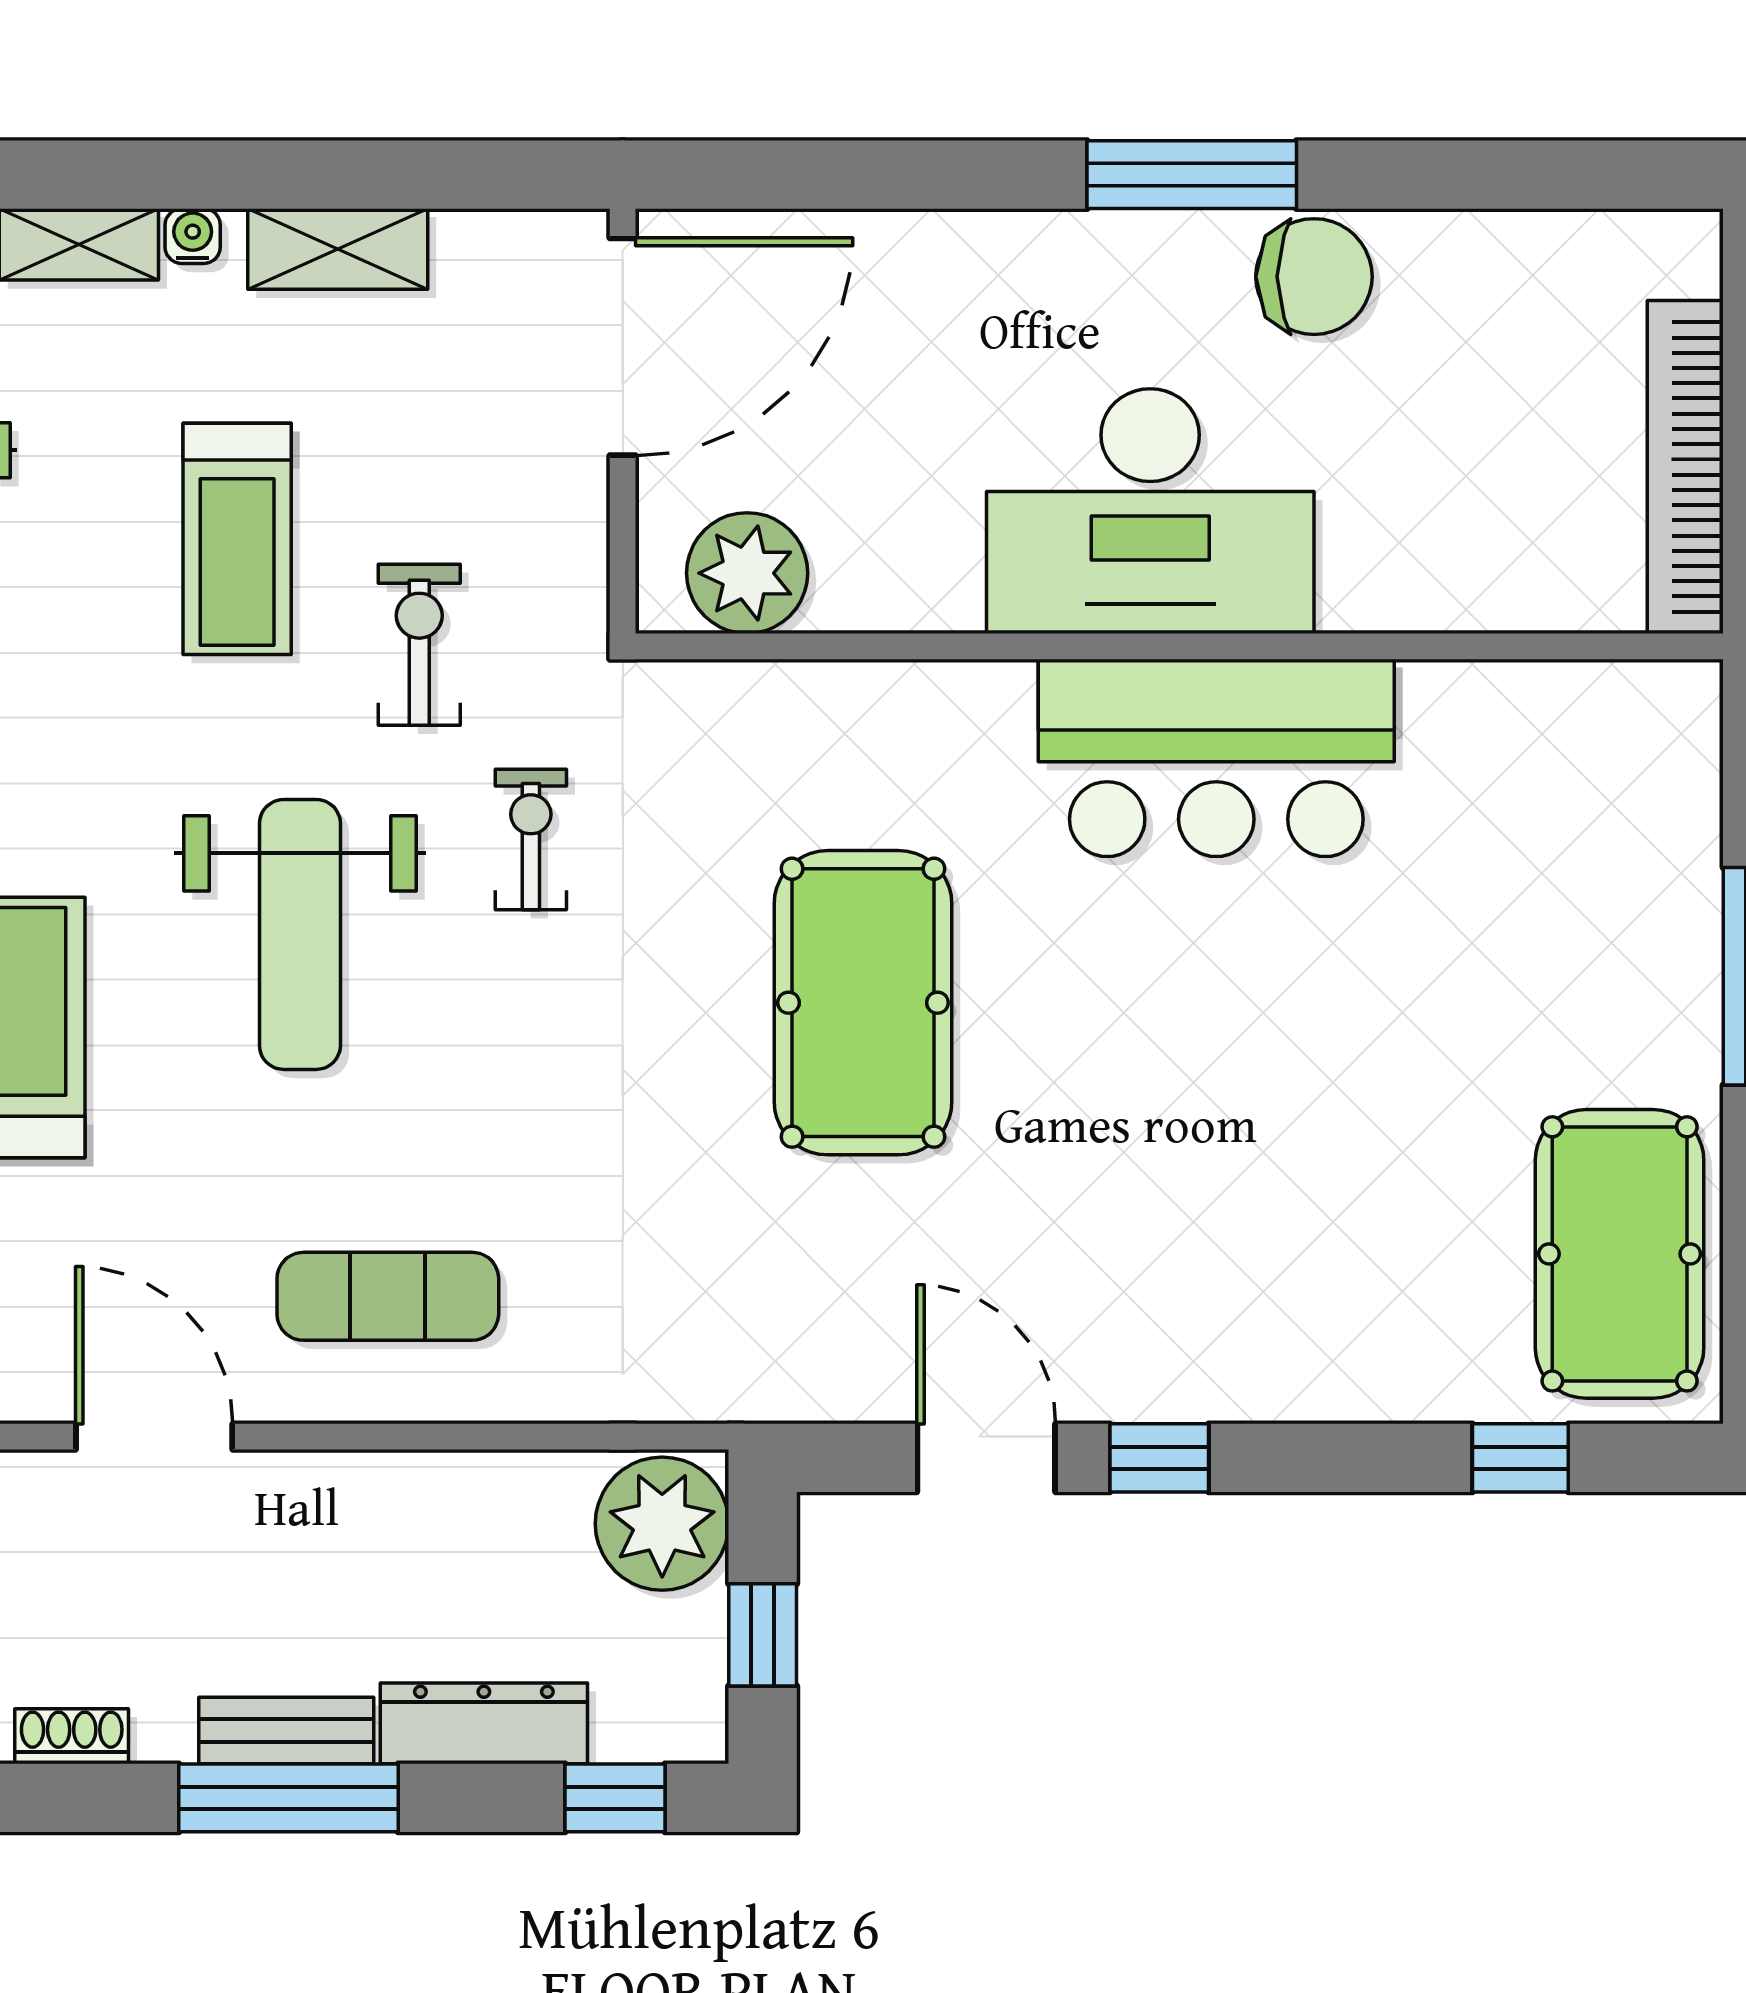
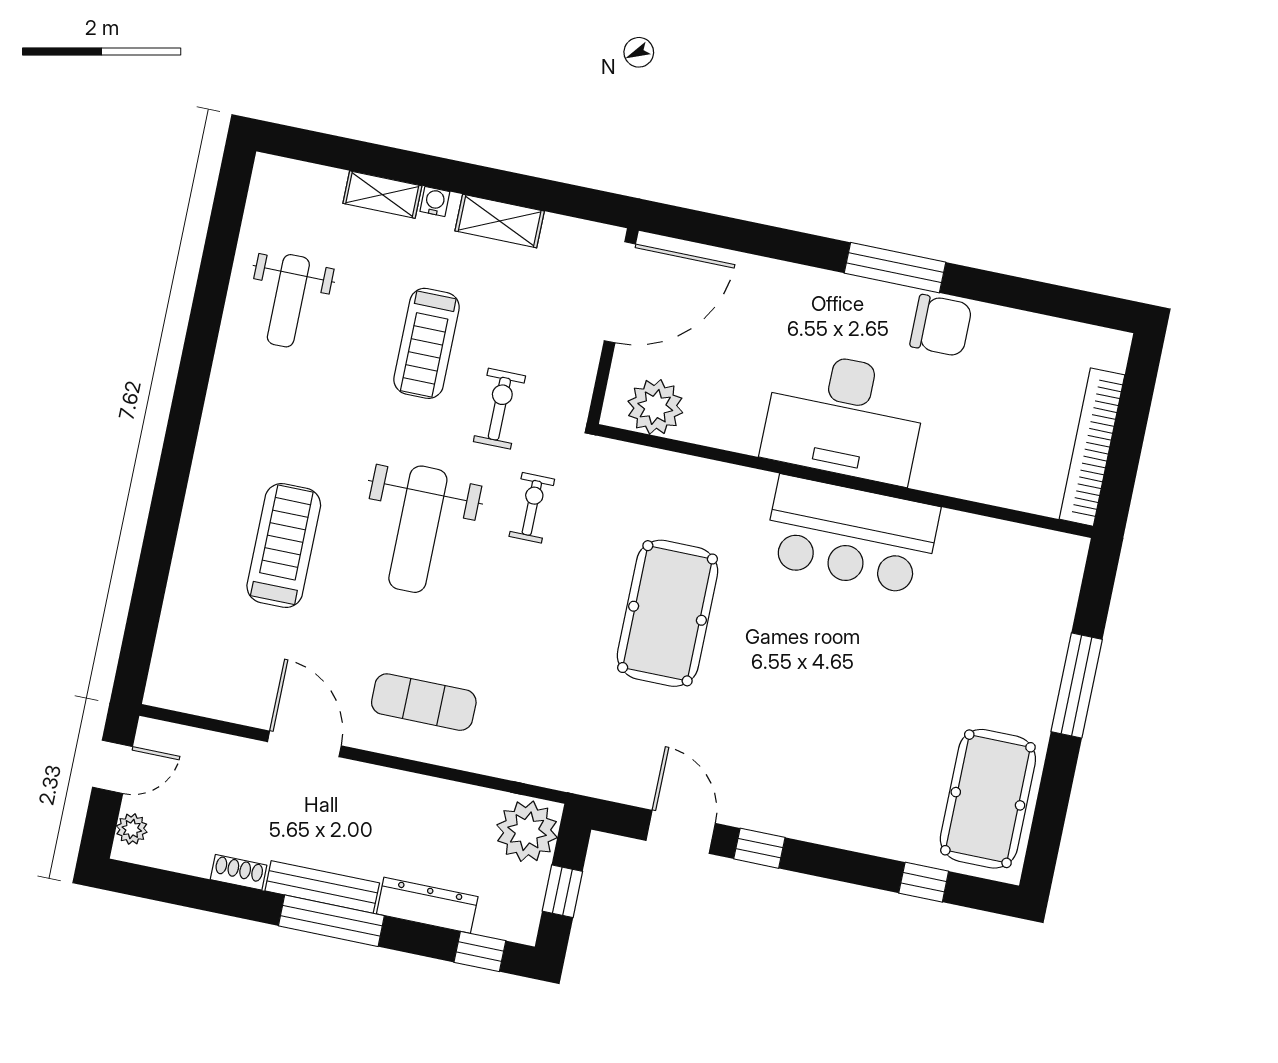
bench: (286, 1730) -> (322, 887), width x1.36

